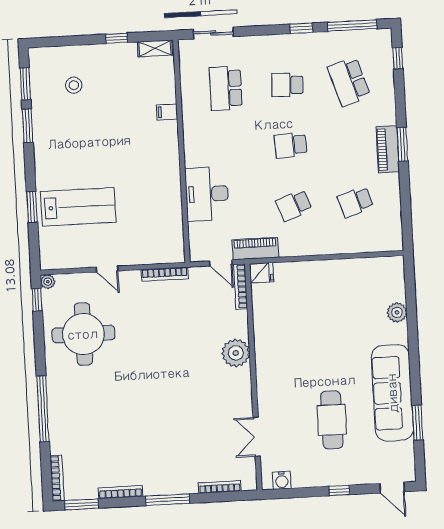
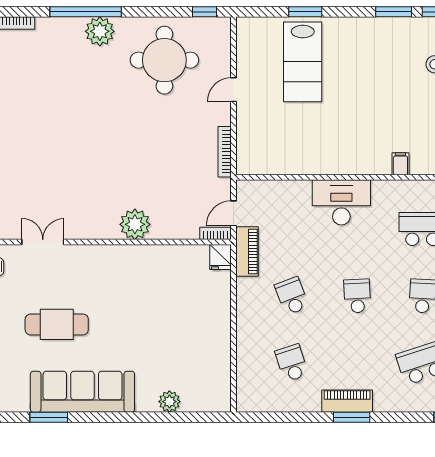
desk: (207, 194) -> (341, 202), moved
plant: (48, 282) -> (100, 31), moved, width x1.87, depth x1.87
bookcase: (241, 287) -> (215, 233), width x0.64

